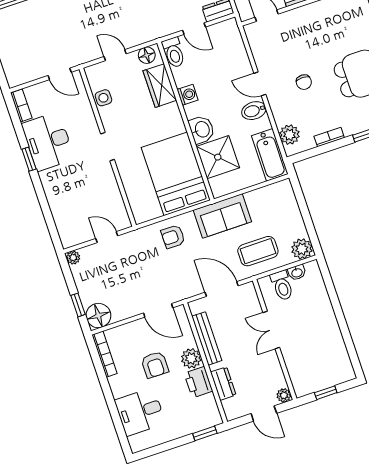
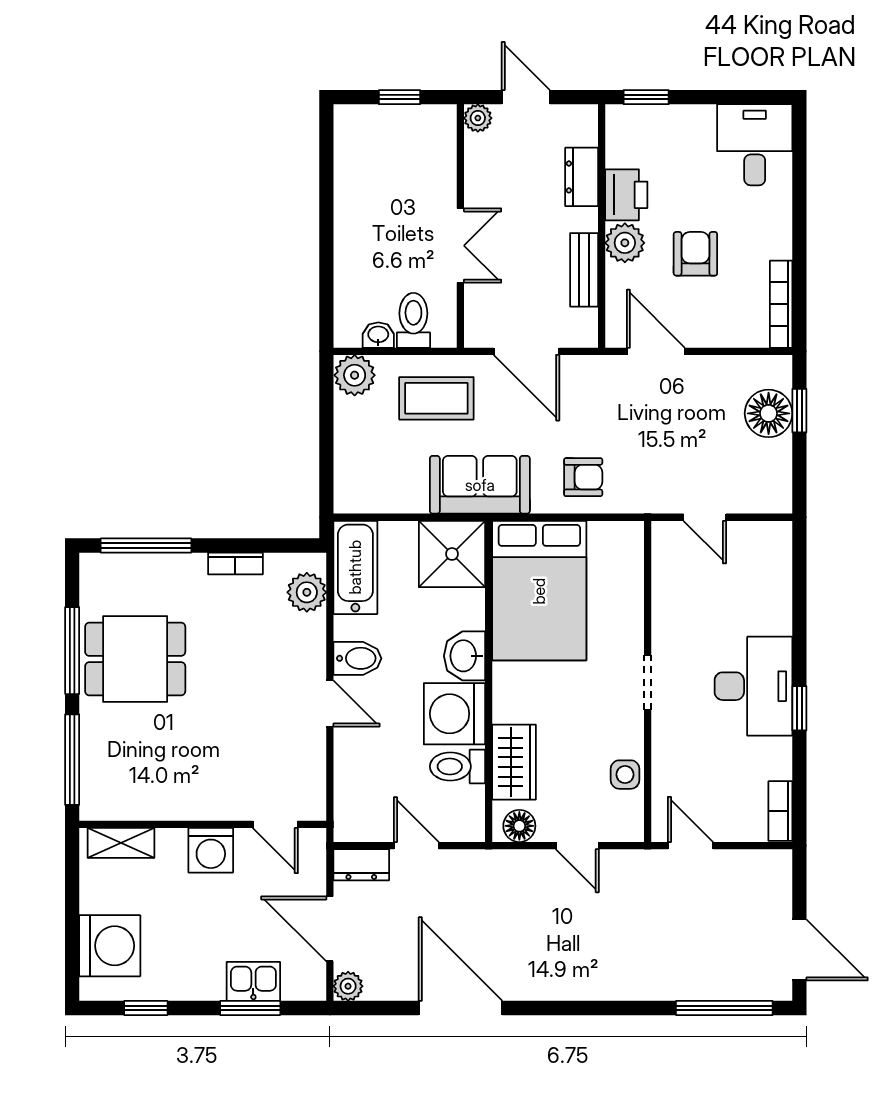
toilet: (174, 52) -> (457, 766), moved, turned -90
chair: (304, 82) -> (248, 680), removed
washing machine: (188, 95) -> (454, 714), width x1.89, depth x1.89
desk: (48, 141) -> (753, 686), moved
shower: (218, 157) -> (452, 554), moved
plant: (73, 258) -> (779, 500), removed
floor lamp: (98, 316) -> (769, 413), moved
bench: (207, 338) -> (584, 270), width x0.73
desk: (140, 412) -> (755, 145), moved, turned -90

